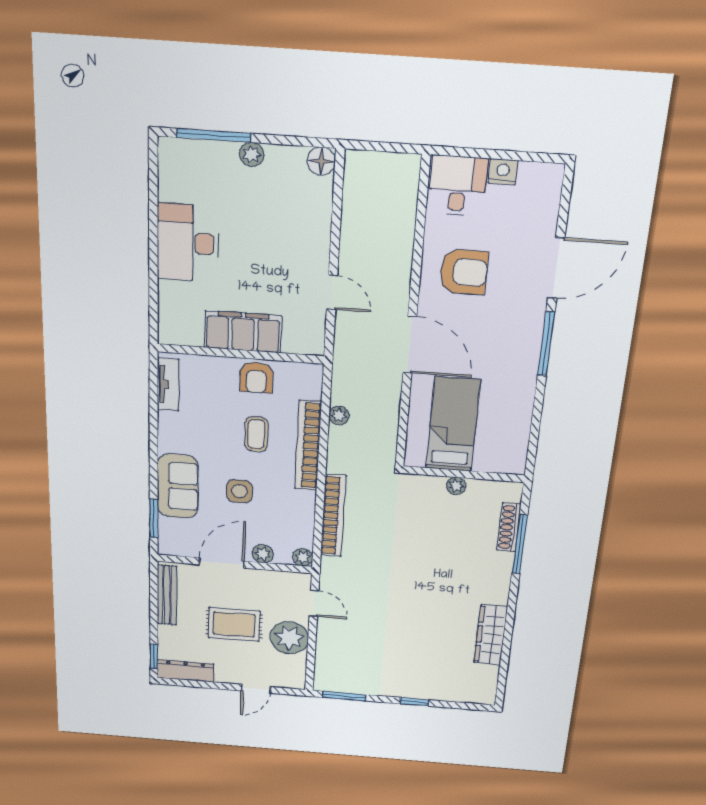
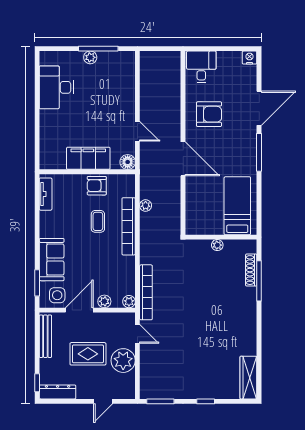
window: (213, 135) -> (98, 49), moved
floor lamp: (321, 161) -> (128, 162), moved
nightstand: (503, 172) -> (250, 58), moved
desk: (188, 243) -> (56, 87), moved
armchair: (256, 378) -> (97, 186), turned 90
bed: (453, 424) -> (237, 206), moved
side table: (239, 491) -> (57, 295), moved
bookcase: (333, 516) -> (146, 292), moved
wardrobe: (491, 635) -> (248, 378), moved

